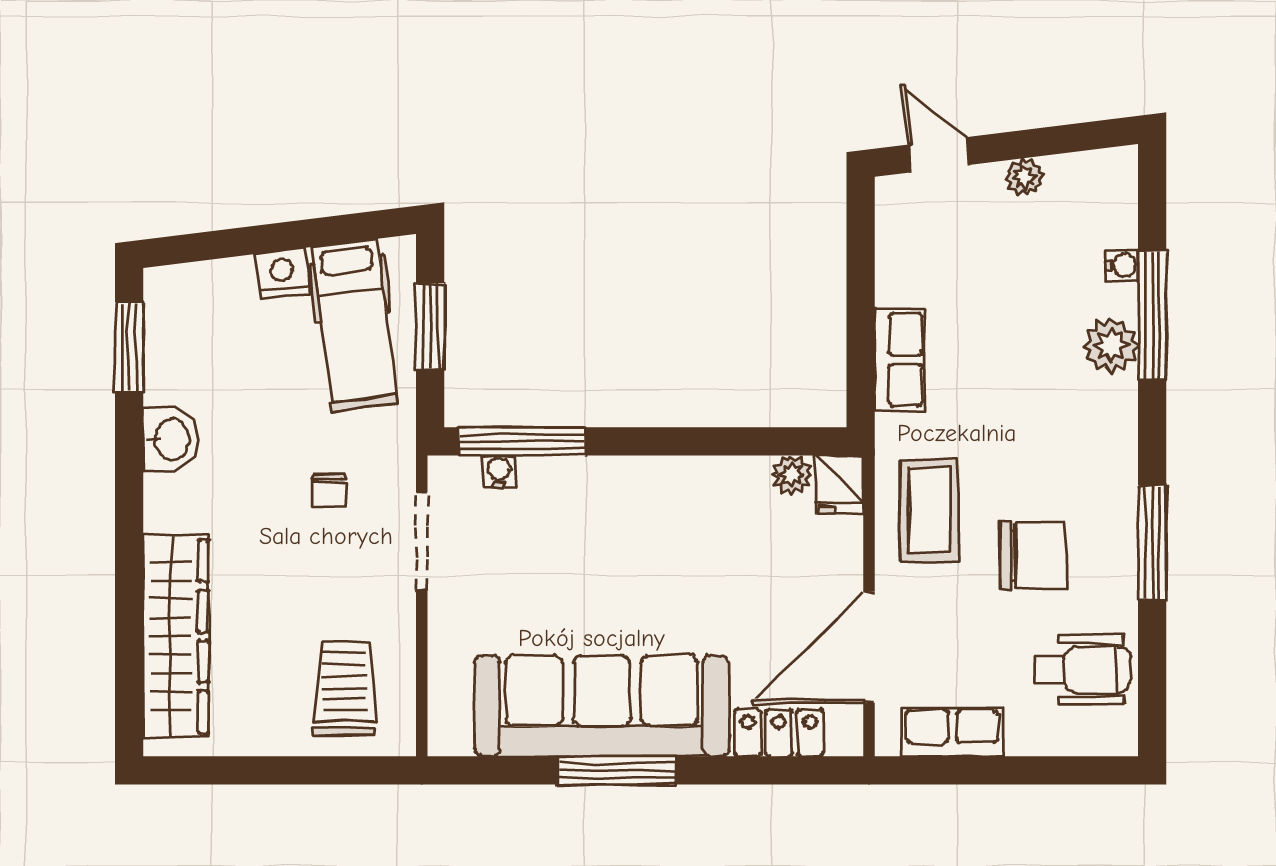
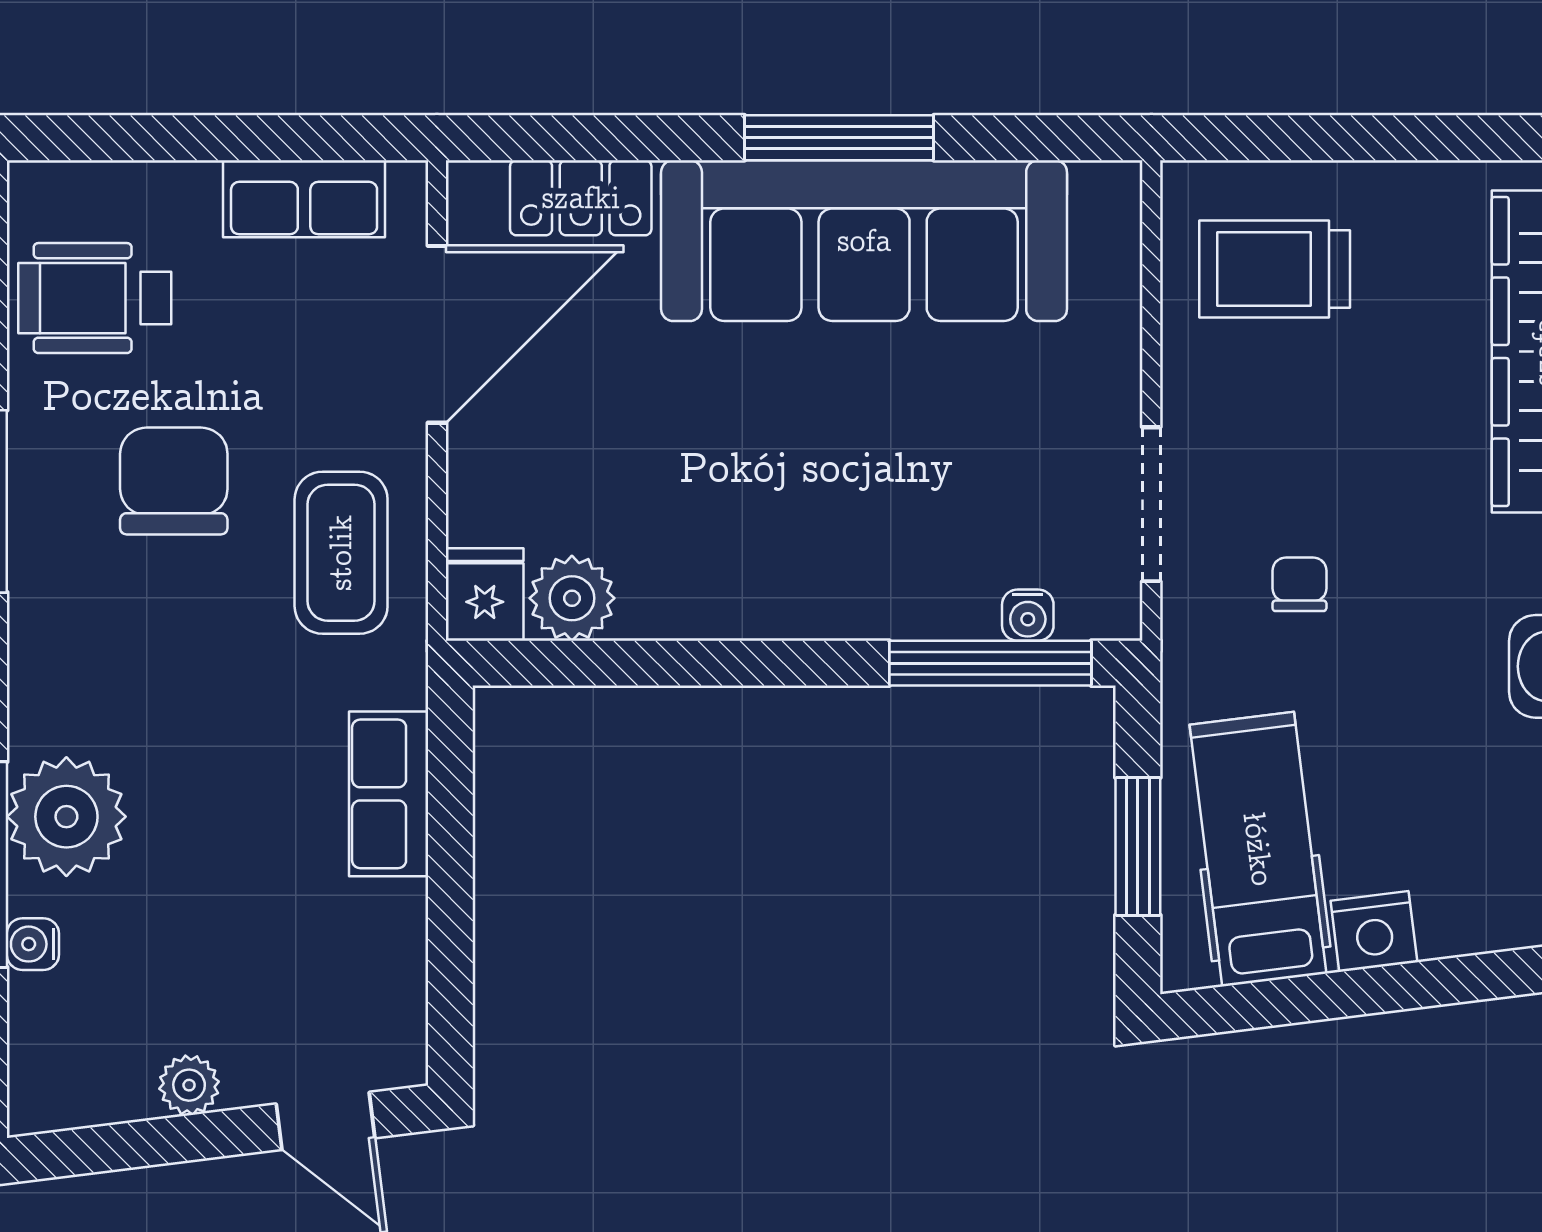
plant: (1111, 345) -> (66, 817), width x1.36, depth x1.36
plant: (792, 475) -> (572, 598), width x1.38, depth x1.38
chair: (1034, 555) -> (174, 481), turned 90
trolley: (345, 688) -> (1275, 269), turned 90

